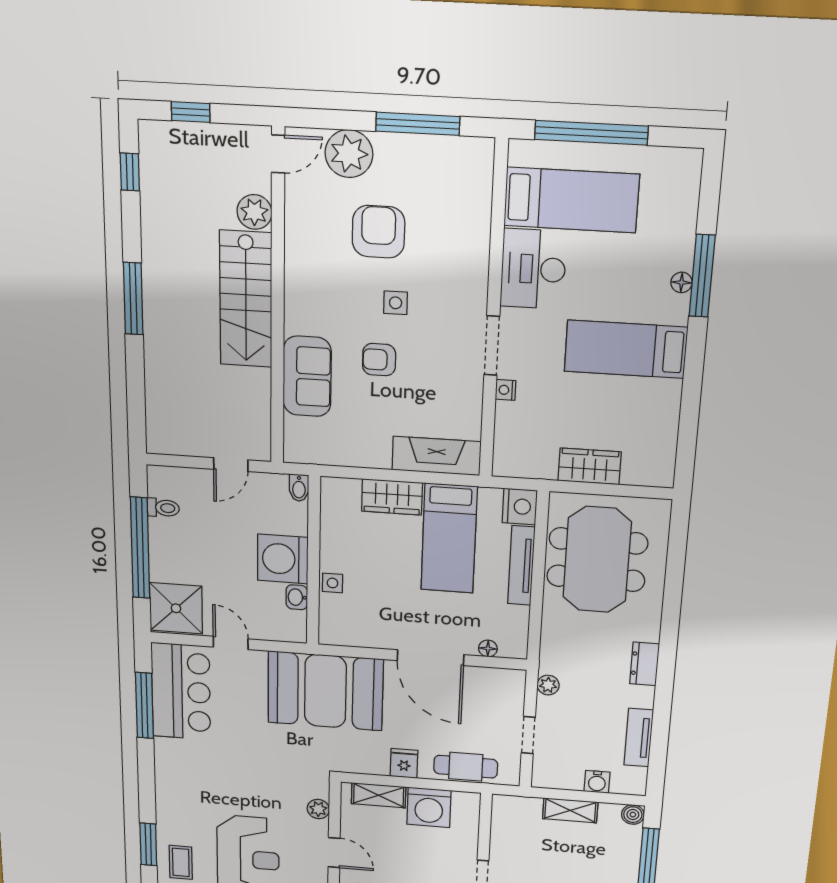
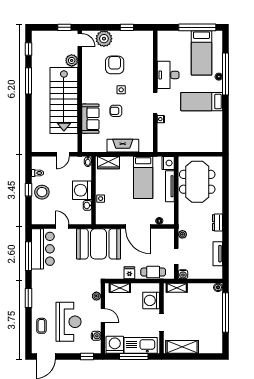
window: (191, 112) -> (64, 27), moved
window: (418, 124) -> (127, 27), width x0.46
window: (591, 133) -> (197, 27), moved
door: (278, 154) -> (80, 40), hinge flipped
bed: (571, 200) -> (201, 53), moved, turned 90
window: (702, 276) -> (225, 74), width x1.46
window: (133, 299) -> (28, 81), moved
stairs: (246, 299) -> (64, 101), width x1.36, depth x1.51
fireplace: (437, 456) -> (123, 146), moved
wardrobe: (589, 466) -> (192, 146), removed
wardrobe: (392, 497) -> (109, 163), moved
window: (140, 548) -> (28, 190), width x0.32
stool: (176, 556) -> (42, 192), added
shower: (176, 608) -> (42, 214), removed
water cooler: (597, 782) -> (183, 274), moved
washing machine: (429, 807) -> (151, 300), moved, turned 90
shelving: (570, 810) -> (177, 288), moved
window: (148, 844) -> (28, 298), moved

